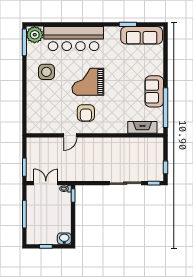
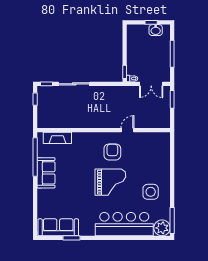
washbasin: (64, 239) -> (156, 30), moved

